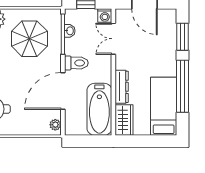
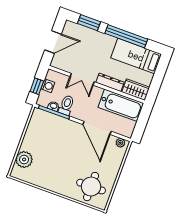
washing machine: (105, 16) -> (48, 86), moved
parasol: (29, 39) -> (48, 139), removed
double door: (113, 39) -> (82, 79), moved
toilet: (76, 63) -> (66, 105), moved

